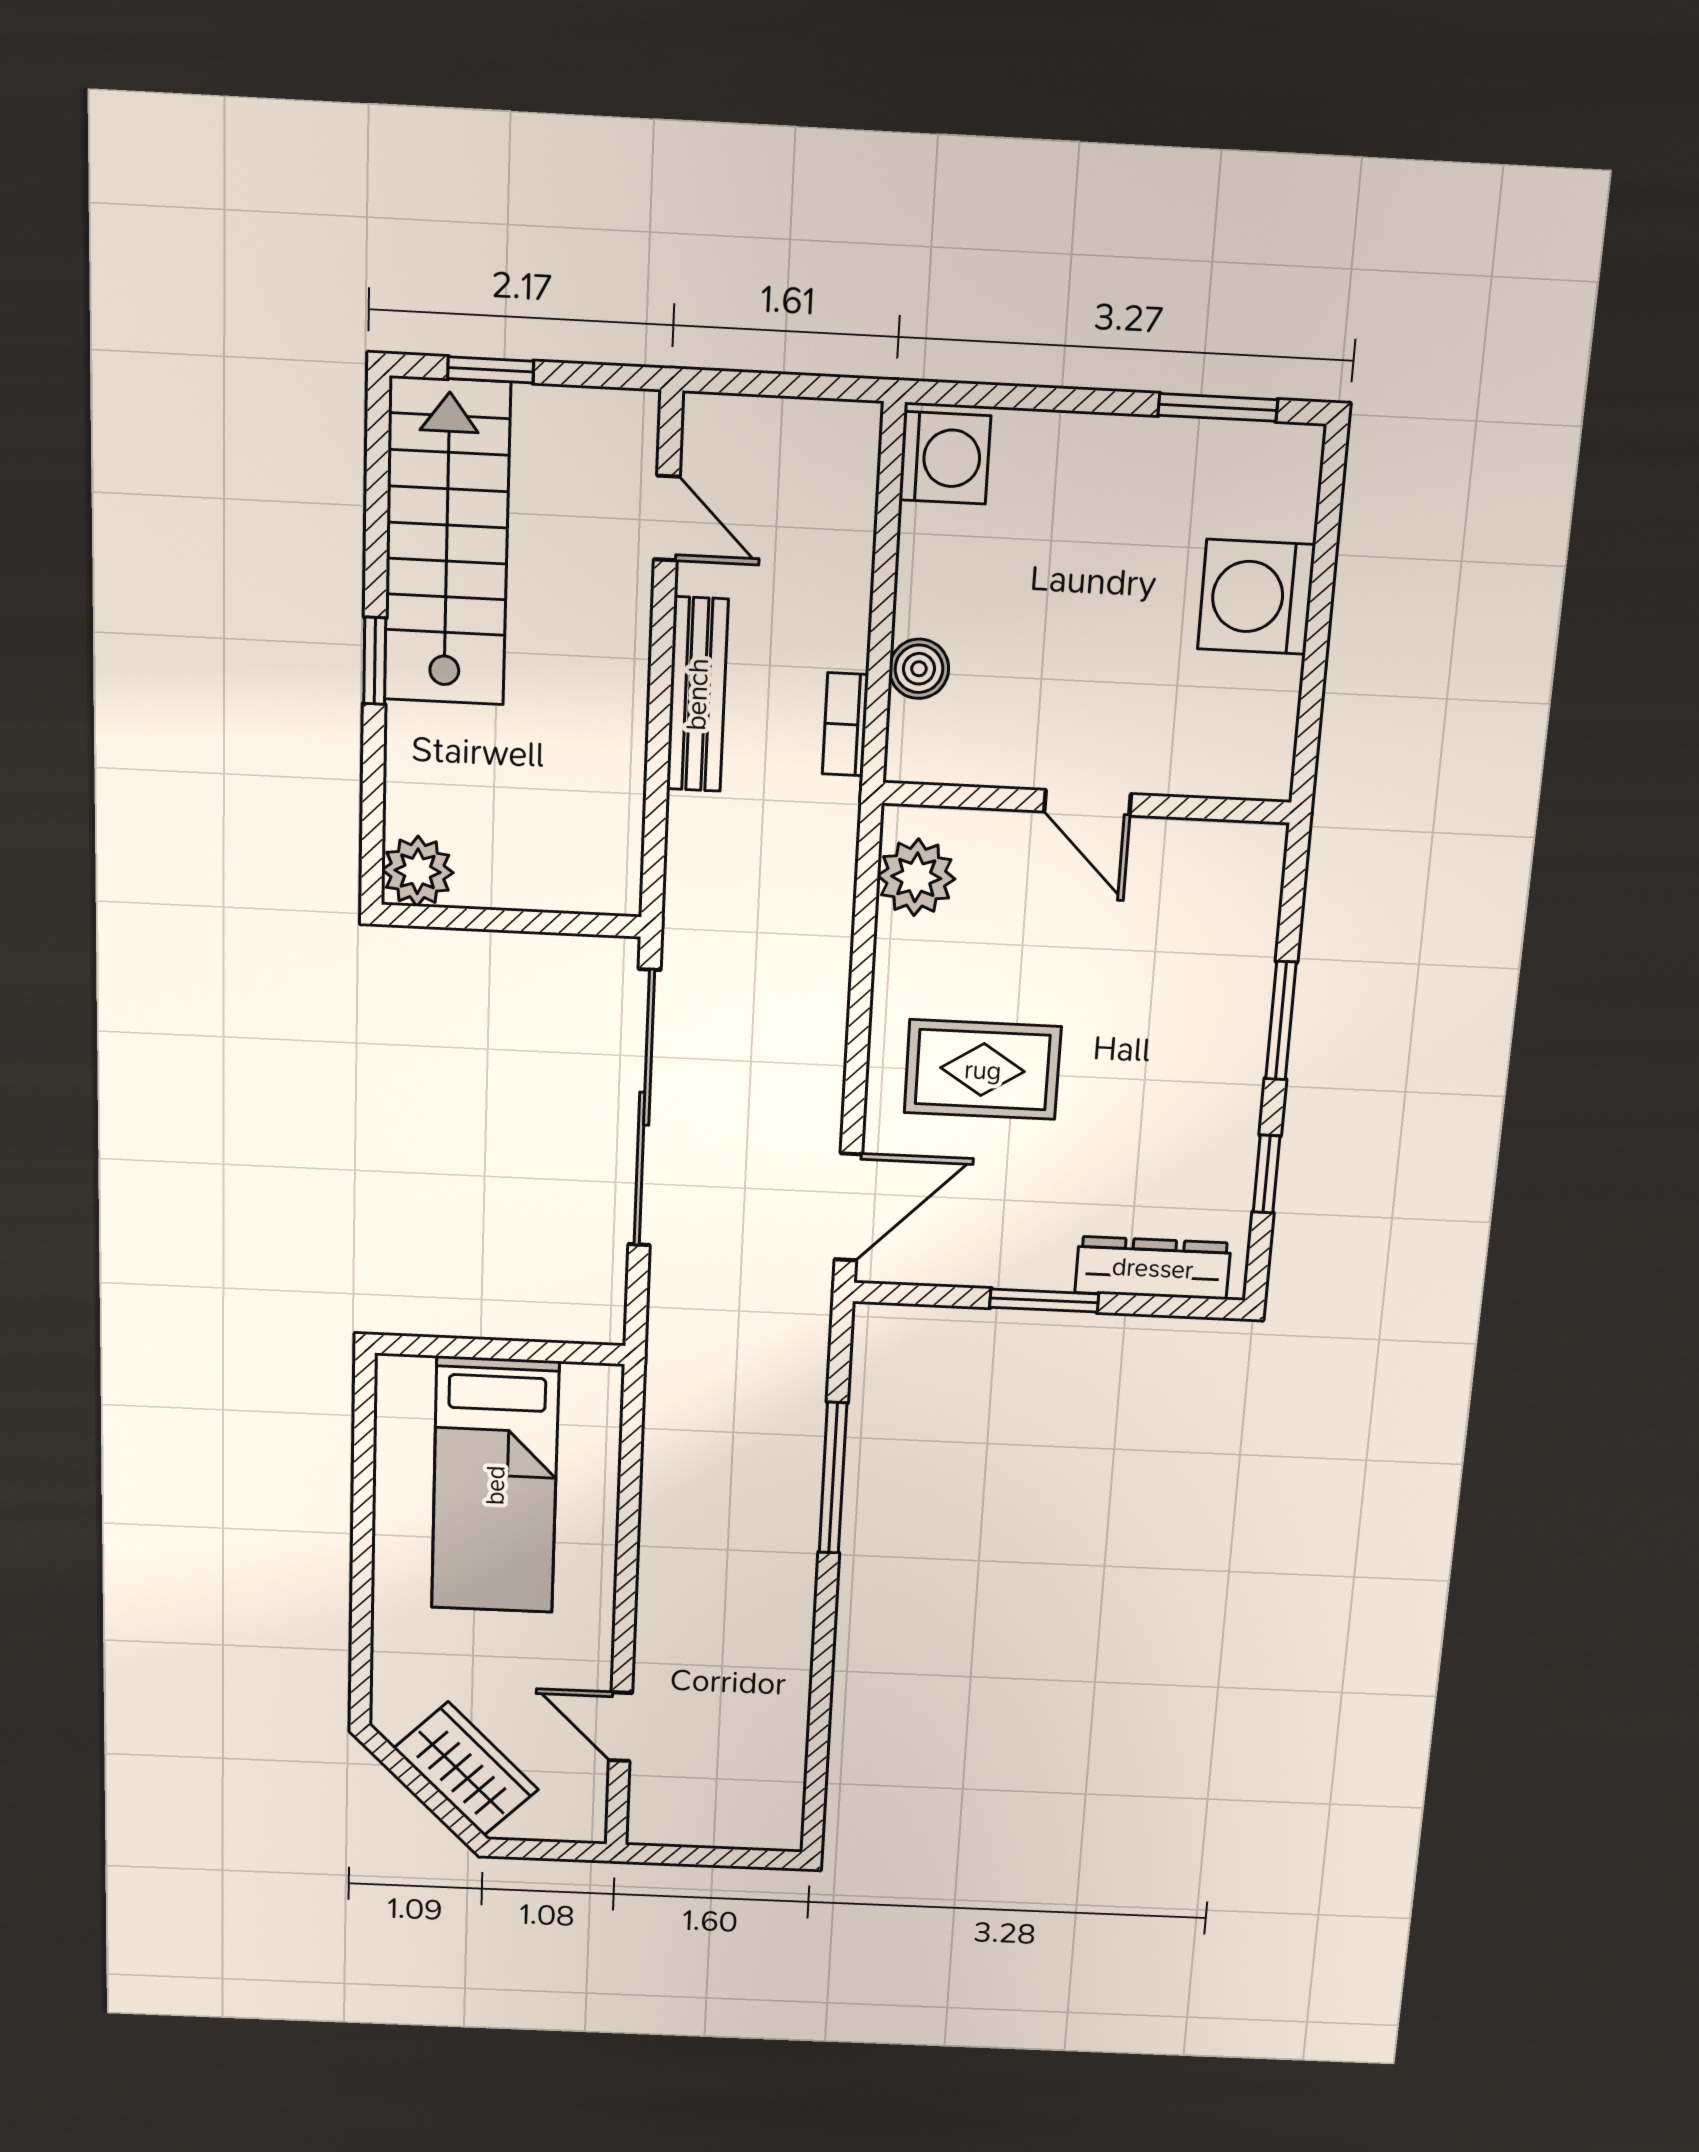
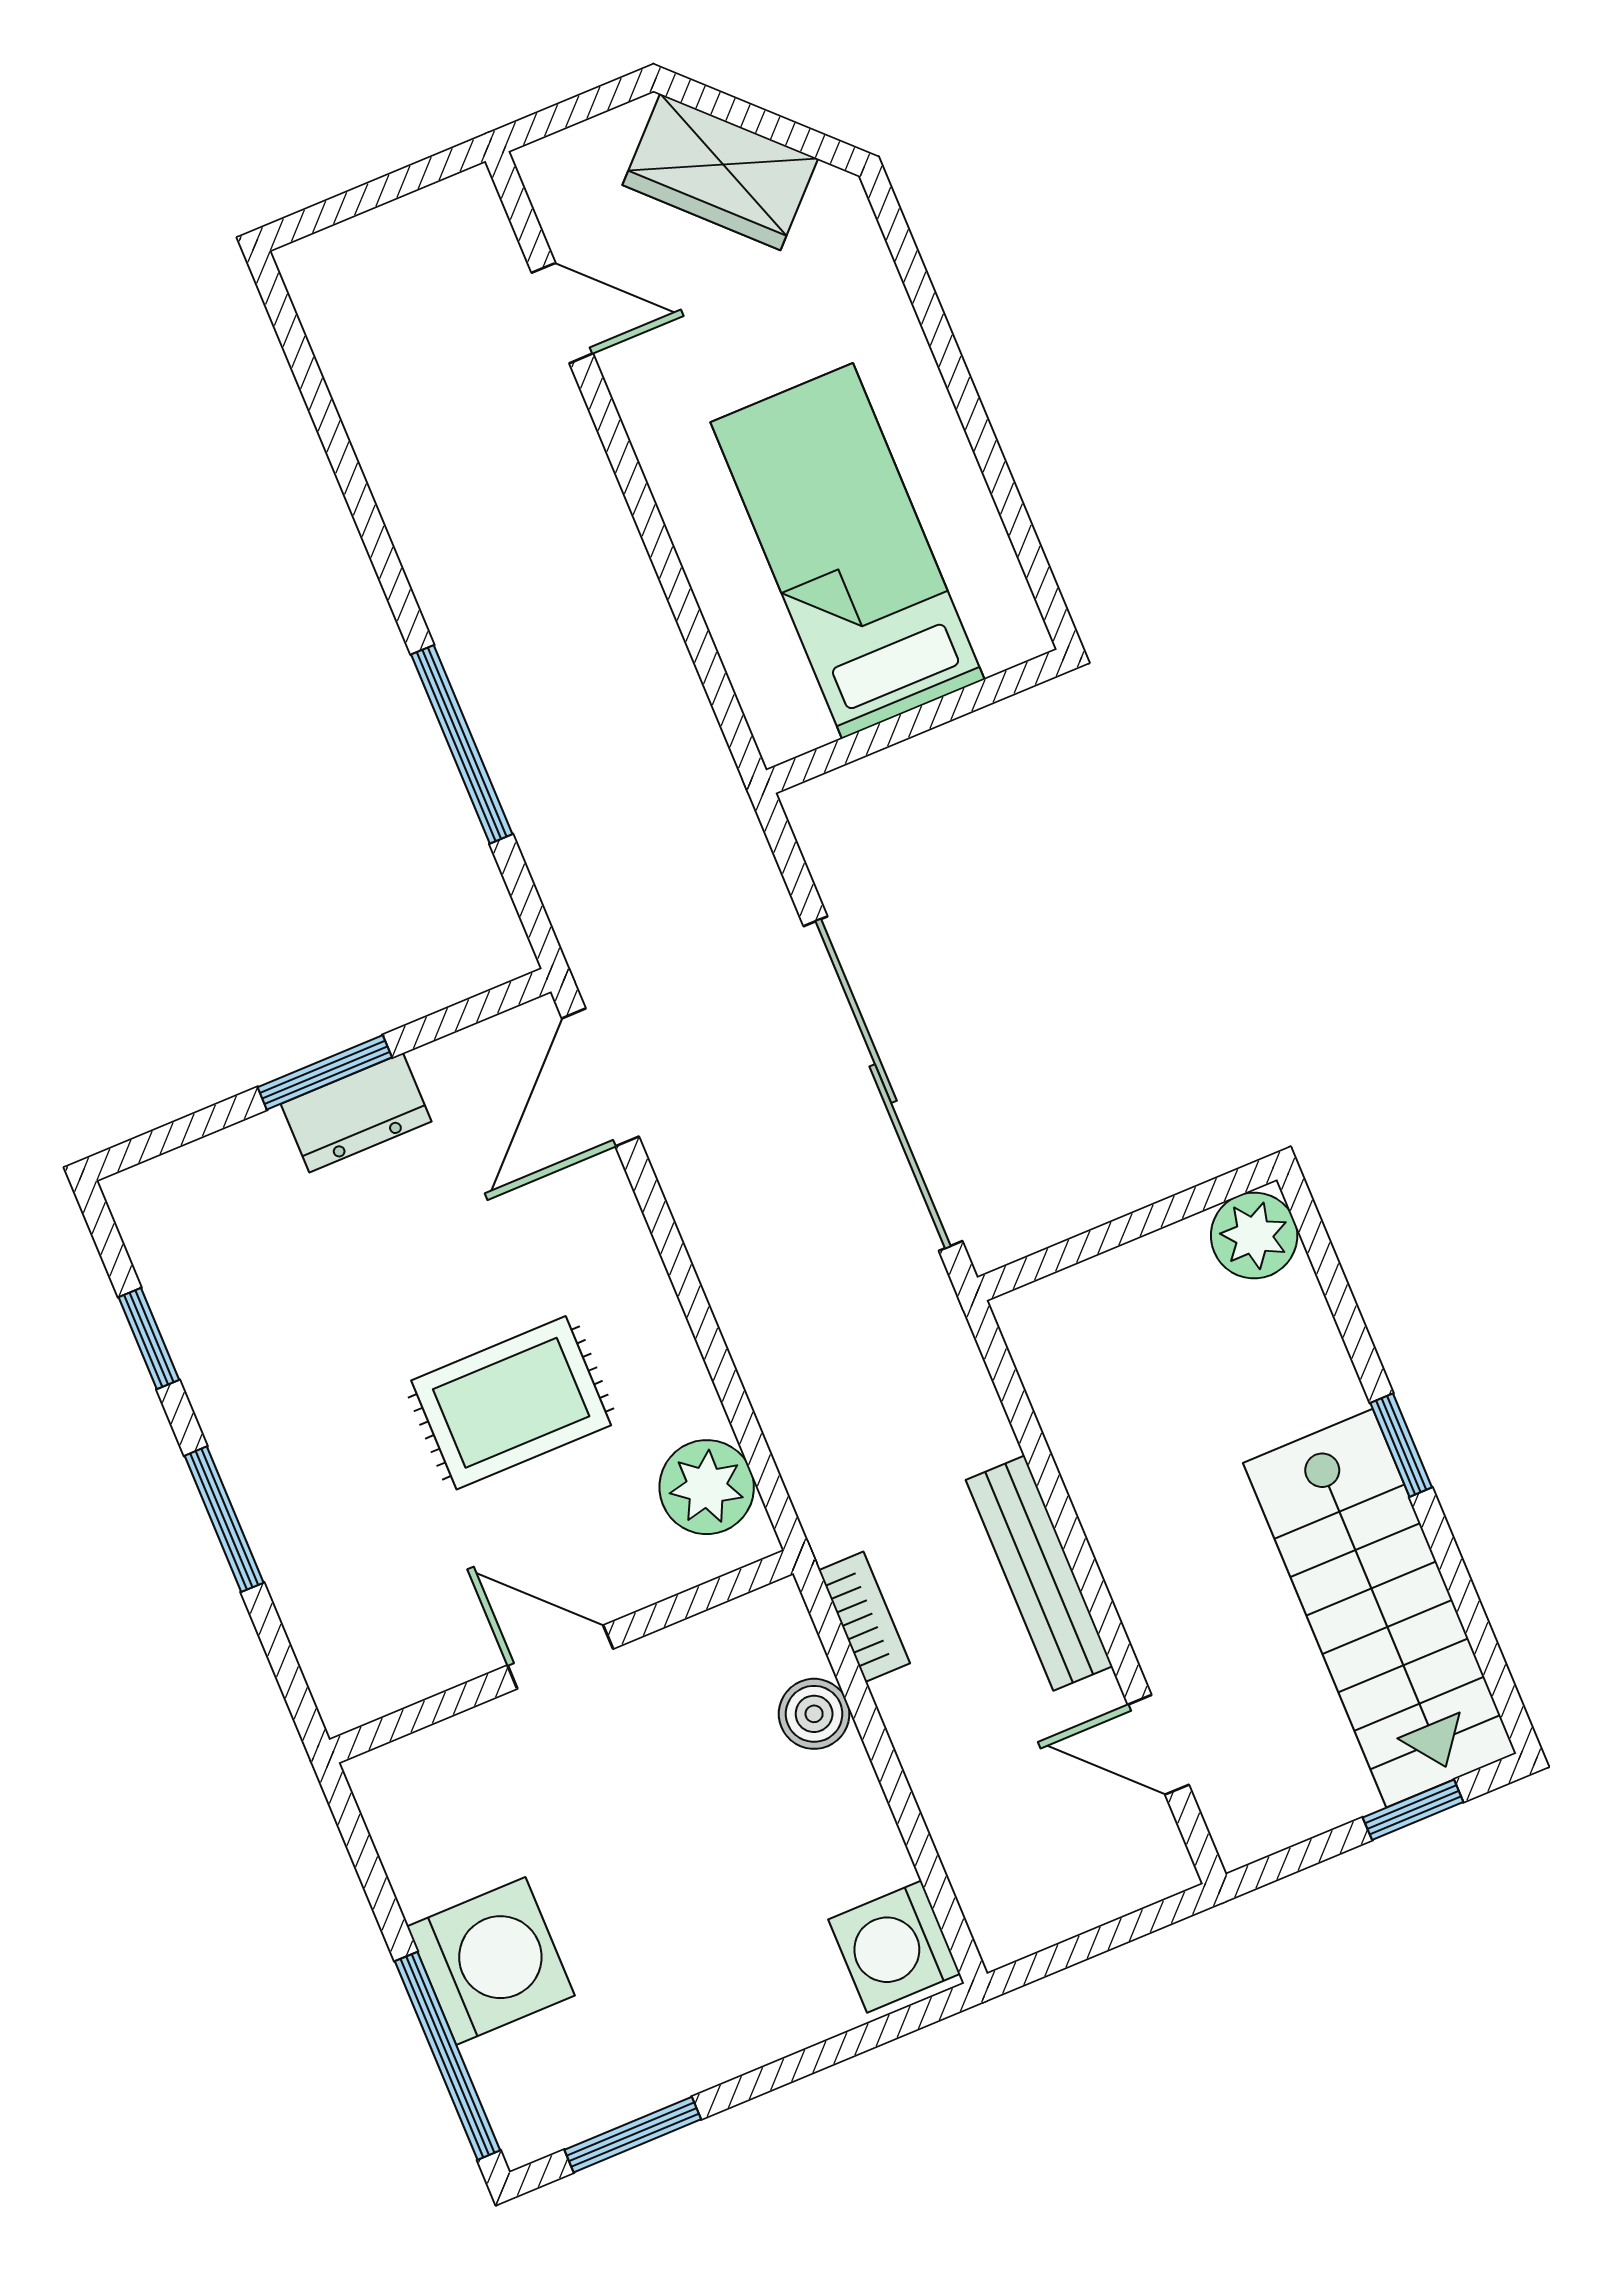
window: (1326, 539) -> (447, 2056), added
rug: (983, 1070) -> (511, 1403), moved
dresser: (1153, 1268) -> (356, 1113), moved, width x0.70

